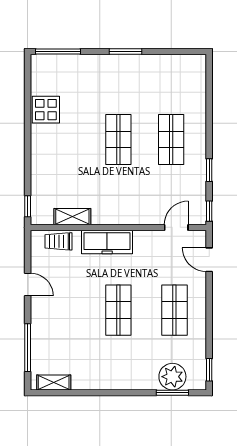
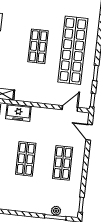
shop shelf: (171, 139) -> (73, 50), width x2.00, depth x1.36
freezer: (107, 242) -> (18, 113), width x0.71
plant: (172, 377) -> (56, 211), width x0.53, depth x0.53

